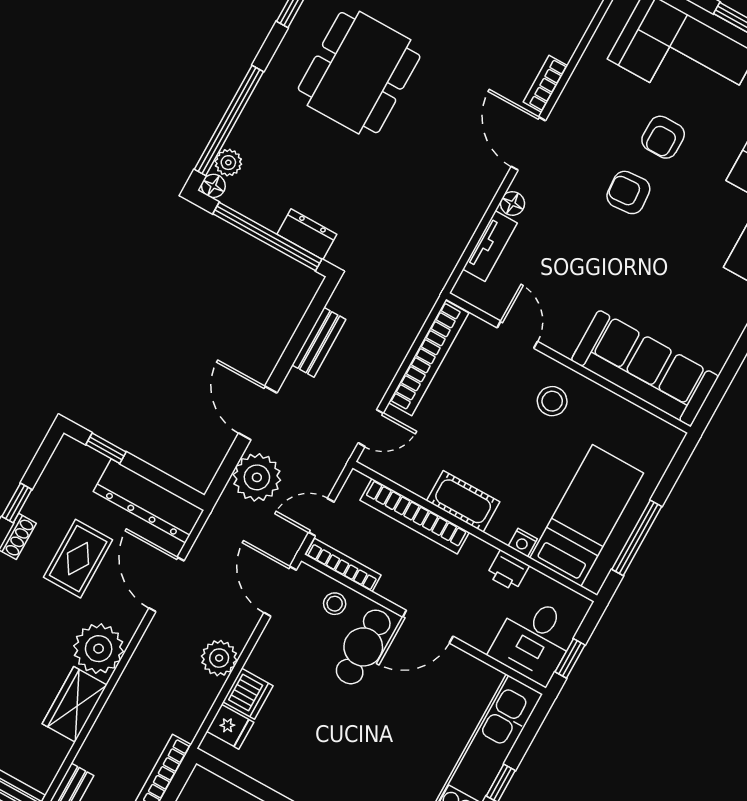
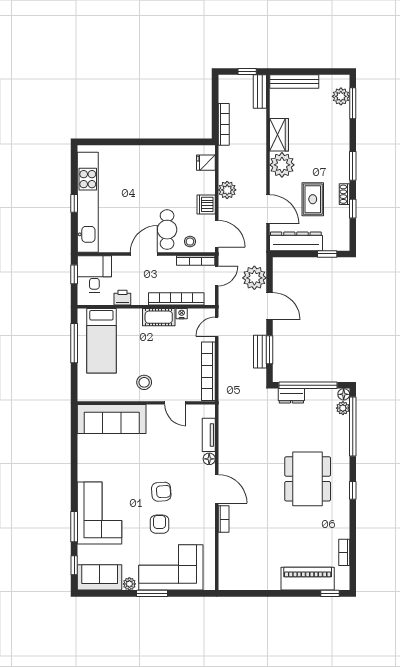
window: (300, 336) -> (270, 350), added
nightstand: (523, 542) -> (182, 314), moved
dishwasher: (248, 694) -> (206, 204), moved

